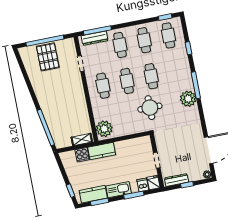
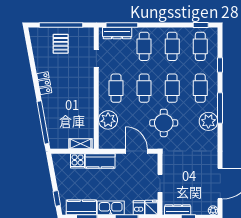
pallet: (48, 57) -> (61, 44), width x0.67, depth x0.71
cafe table: (175, 71) -> (200, 88), added
locker: (40, 94) -> (44, 83), added
plant: (104, 129) -> (108, 120), moved
door: (131, 137) -> (136, 151), added

